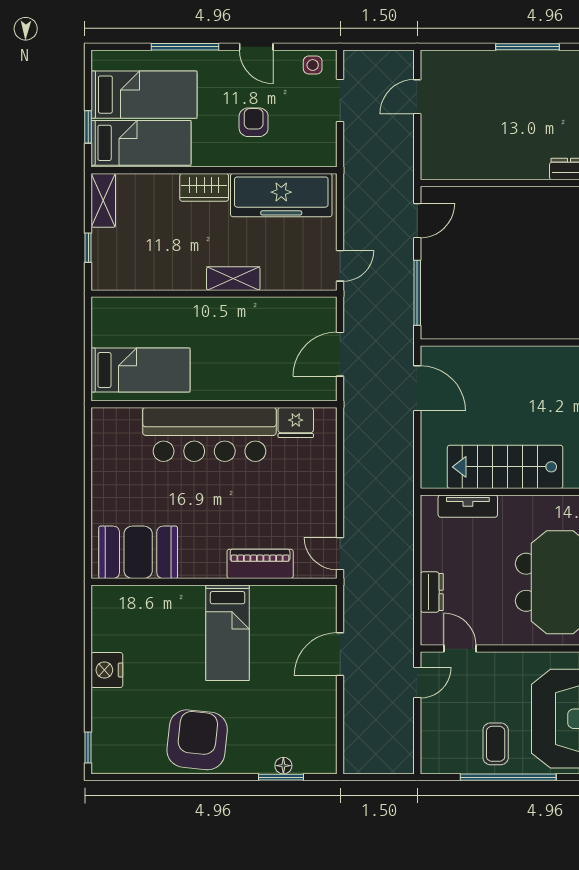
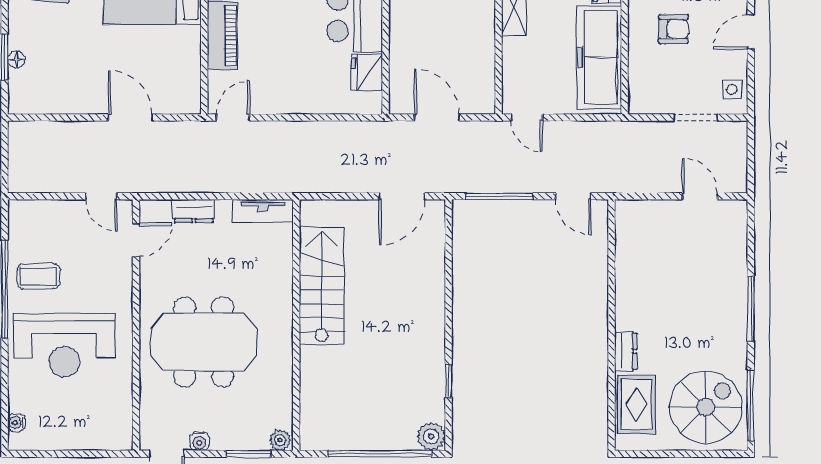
tv unit: (468, 506) -> (263, 211), moved, turned -90

